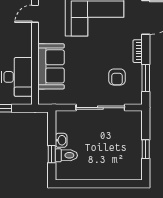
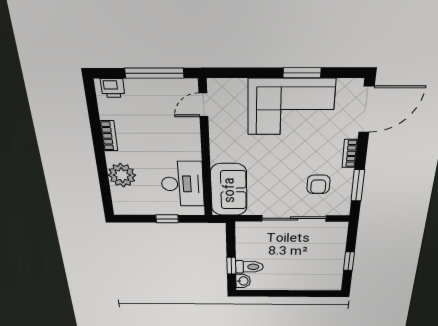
sofa: (51, 66) -> (229, 190), moved
washbasin: (61, 140) -> (243, 281), moved

